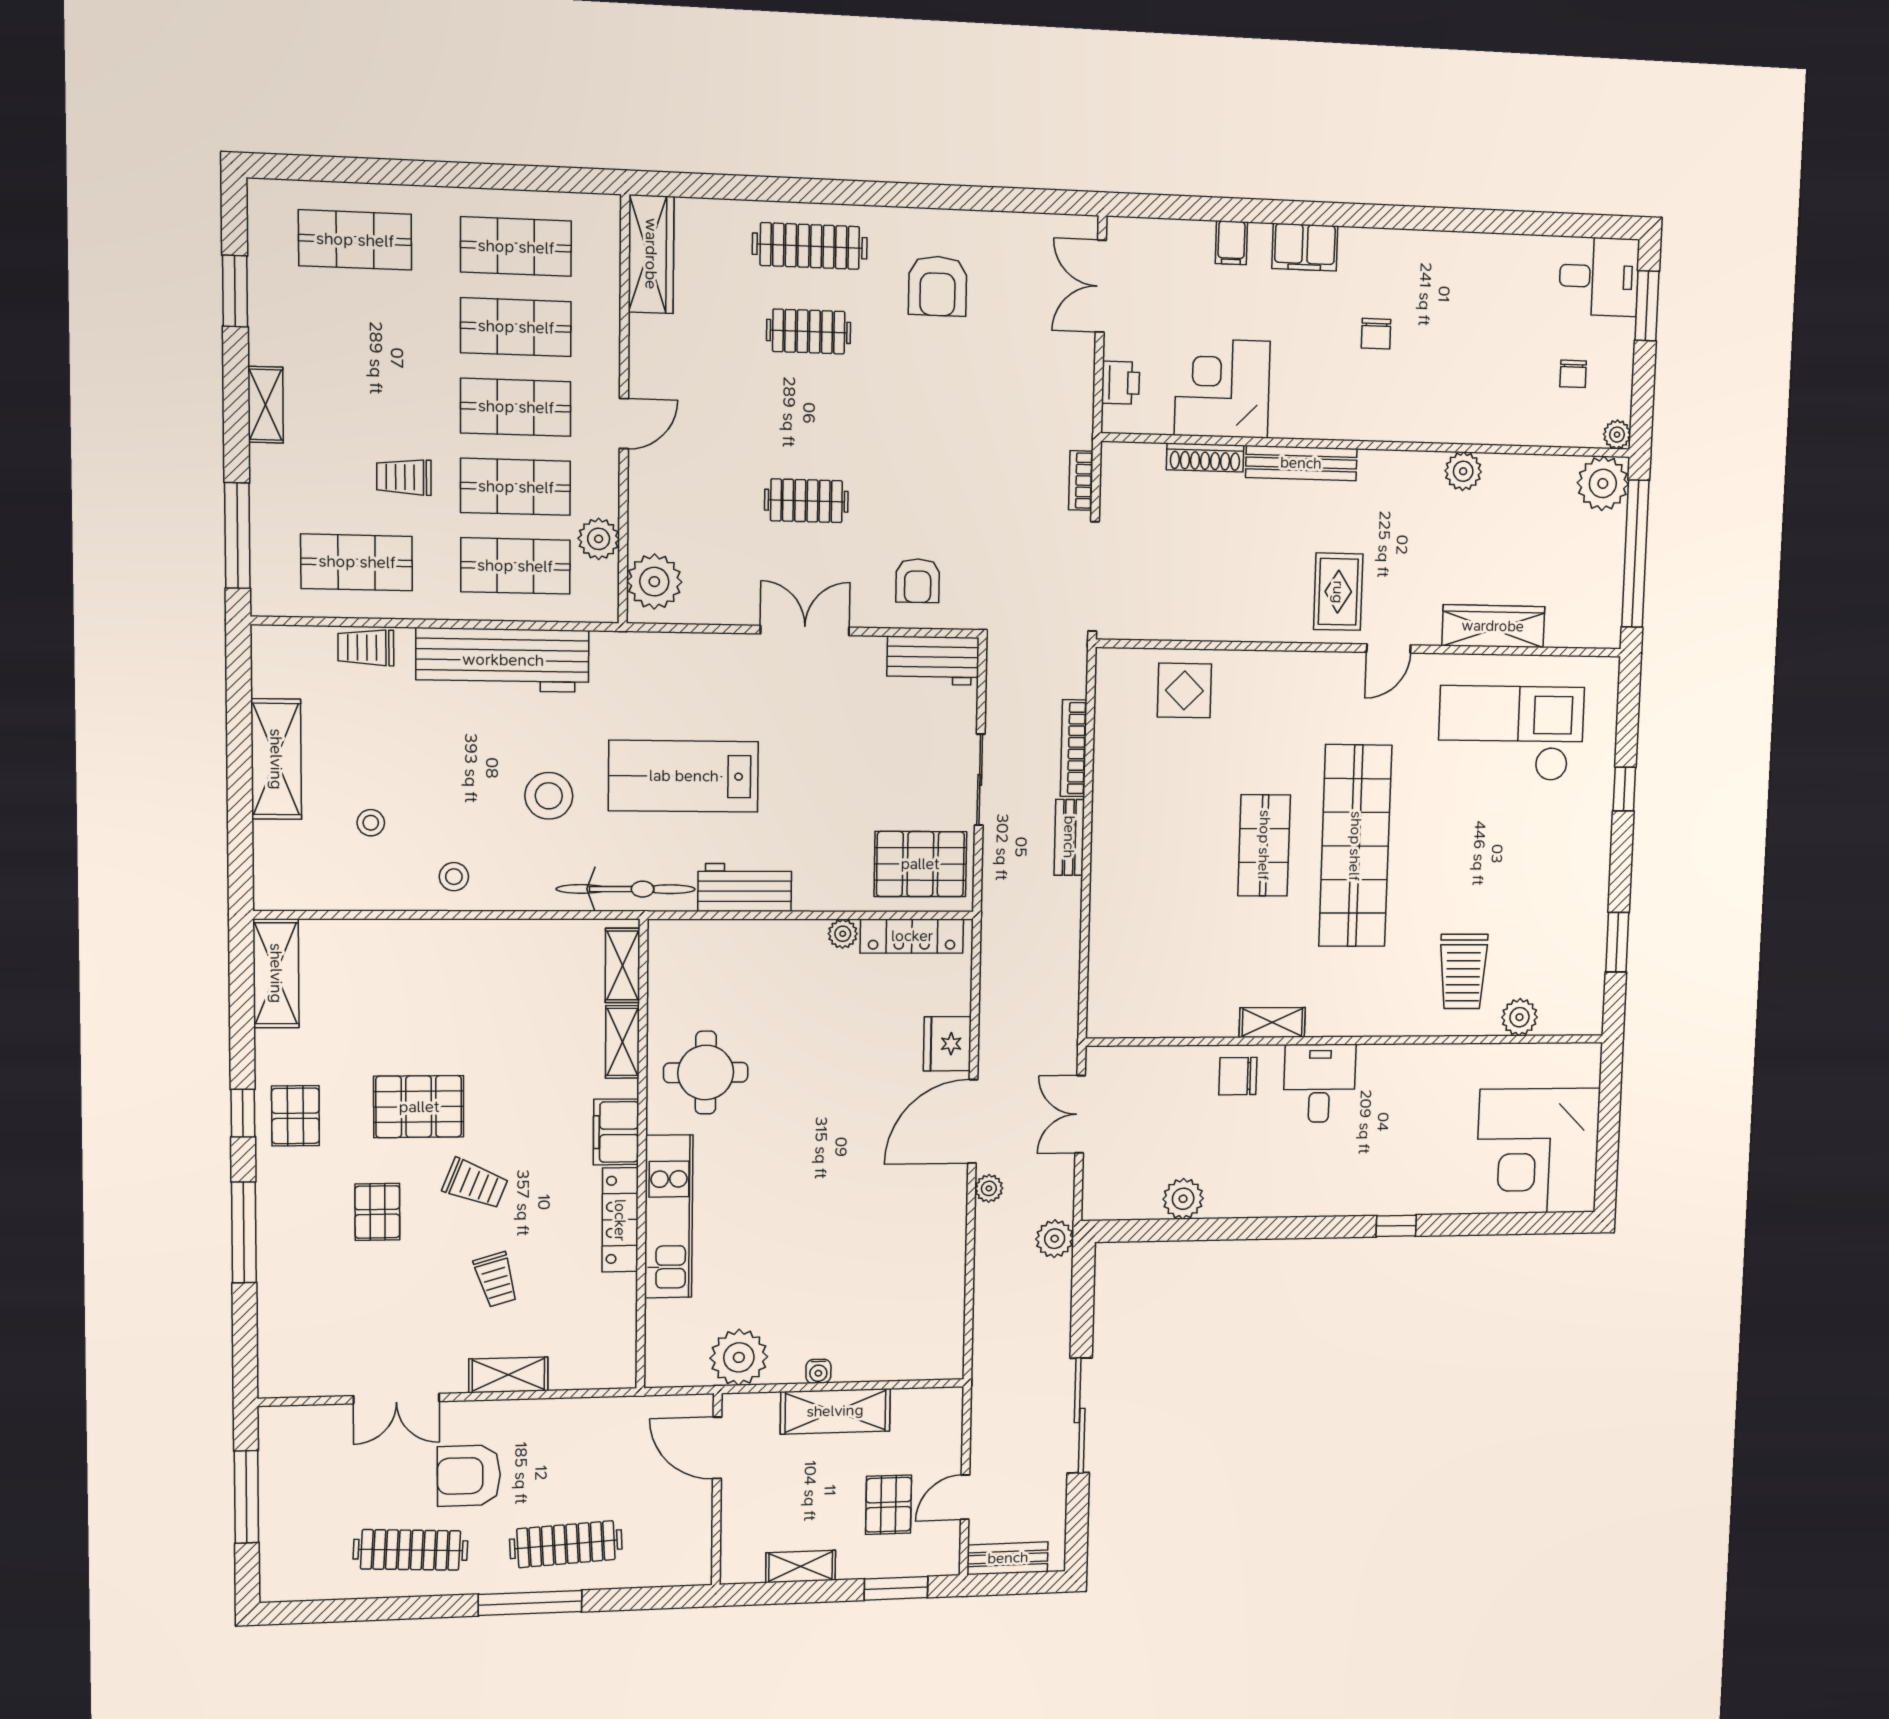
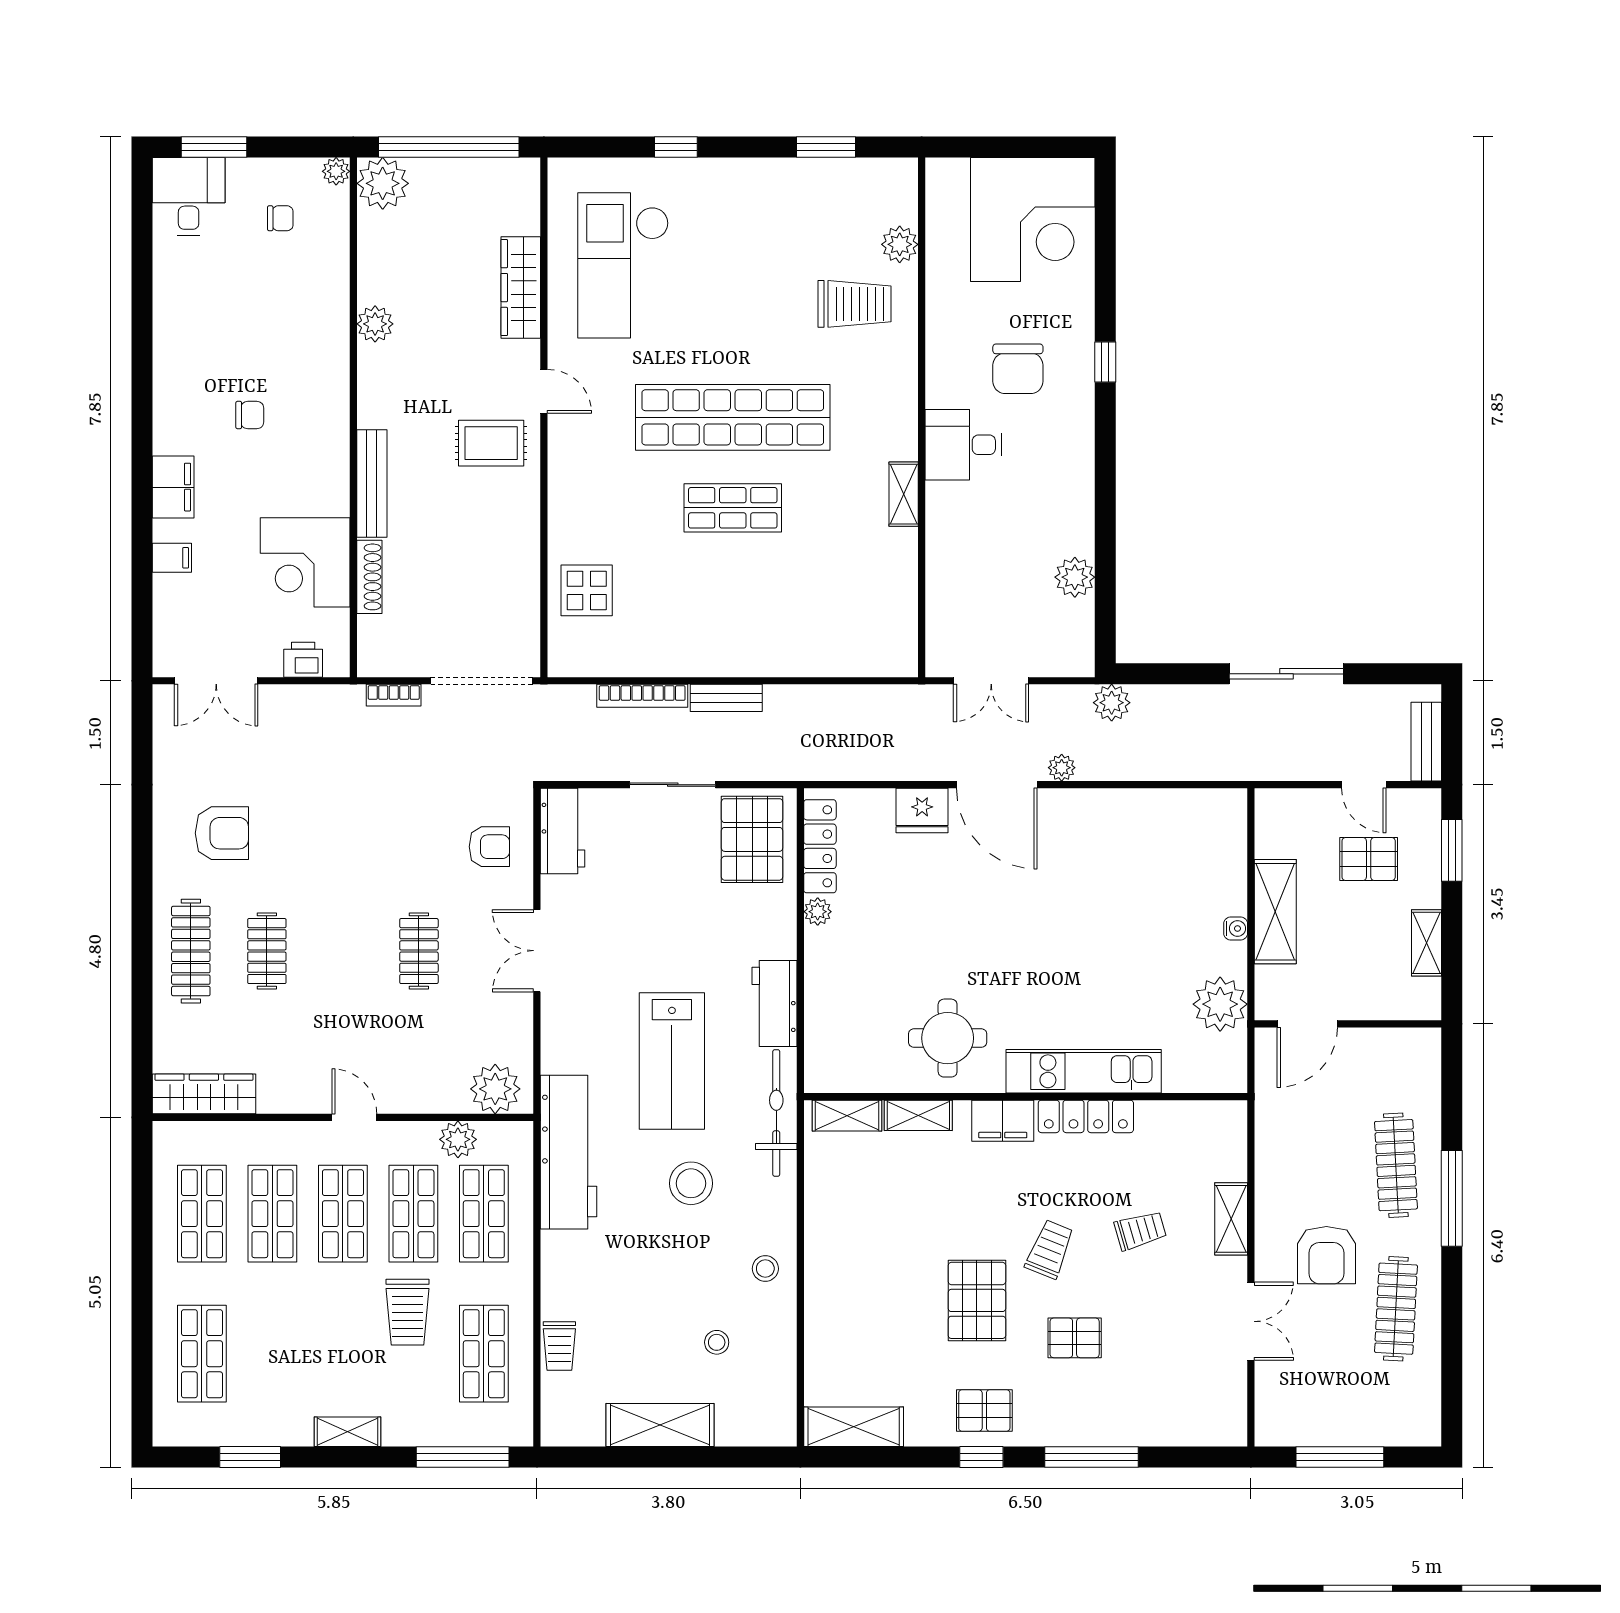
trolley: (404, 477) -> (407, 1312), width x1.36, depth x1.39
workbench: (503, 660) -> (568, 1152), moved
chair: (1238, 1076) -> (1018, 369), moved, width x1.37, depth x1.37

